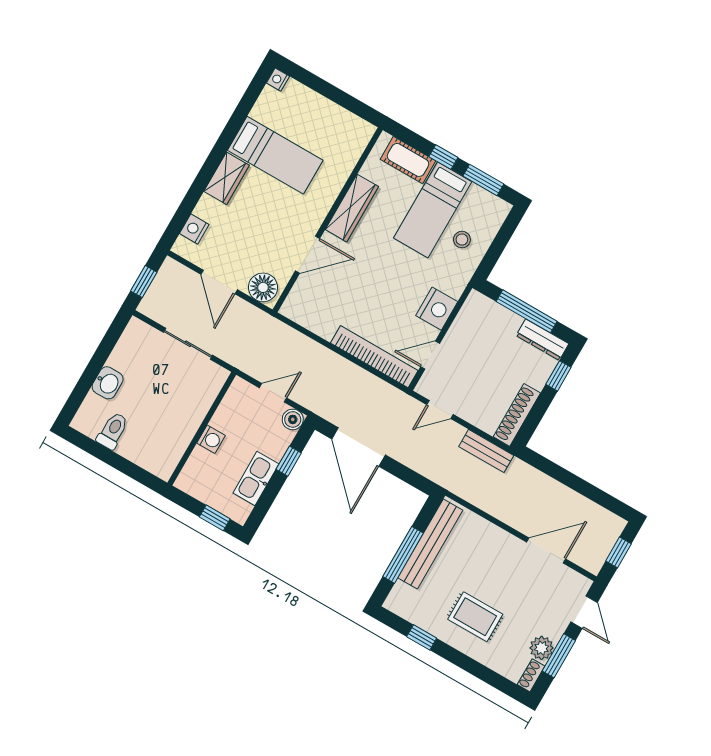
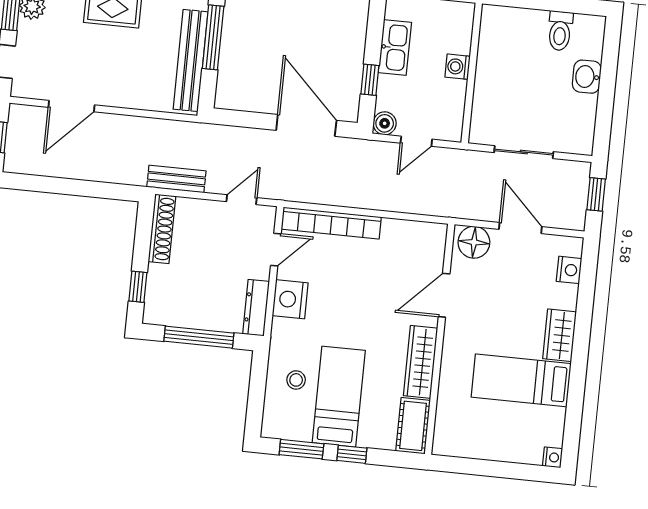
cot: (408, 160) -> (413, 426), moved, turned 90
dresser: (542, 340) -> (256, 308), moved, turned -90

